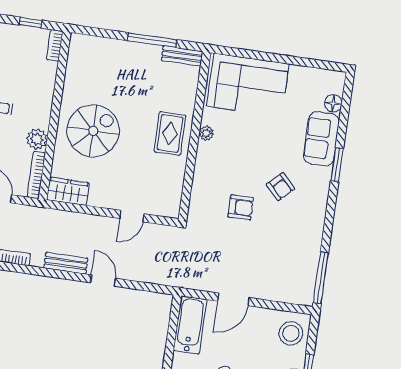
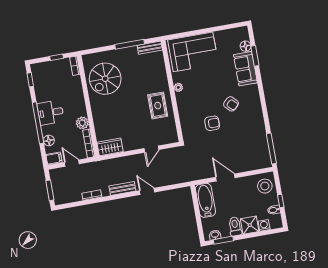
spiral stairs: (93, 131) -> (105, 79), moved, turned 180
rug: (170, 133) -> (158, 106), moved
window: (337, 165) -> (255, 56), moved
door: (233, 299) -> (225, 177), swing flipped

